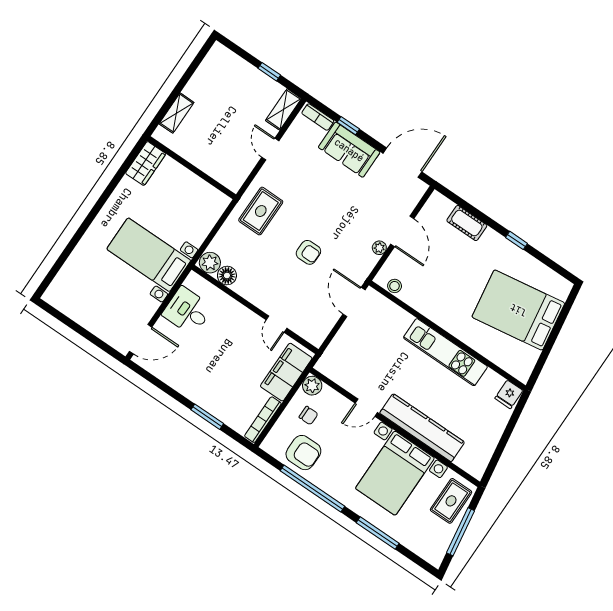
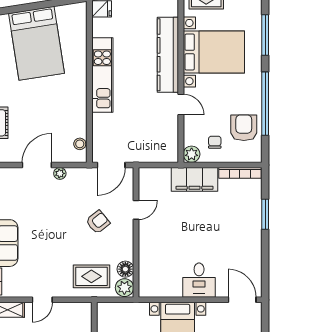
armchair: (308, 252) -> (98, 222), turned 51
plant: (210, 263) -> (124, 288), moved
floor lamp: (227, 276) -> (125, 269), moved
wall: (255, 309) -> (136, 232), moved
door: (276, 324) -> (136, 210), moved

